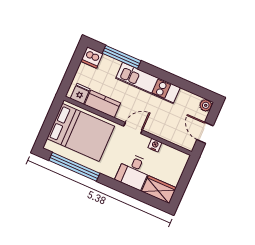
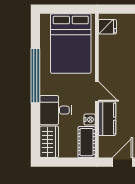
kitchen counter: (102, 104) -> (107, 119), moved
cot: (174, 157) -> (87, 142), added
window: (74, 167) -> (35, 76), moved

